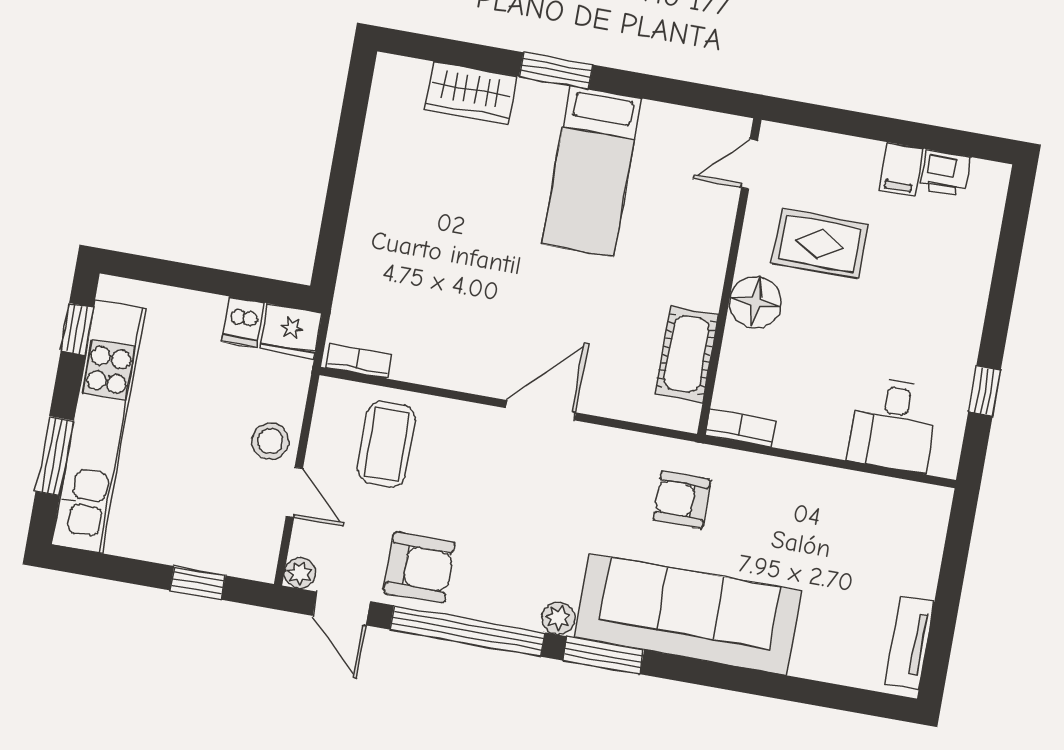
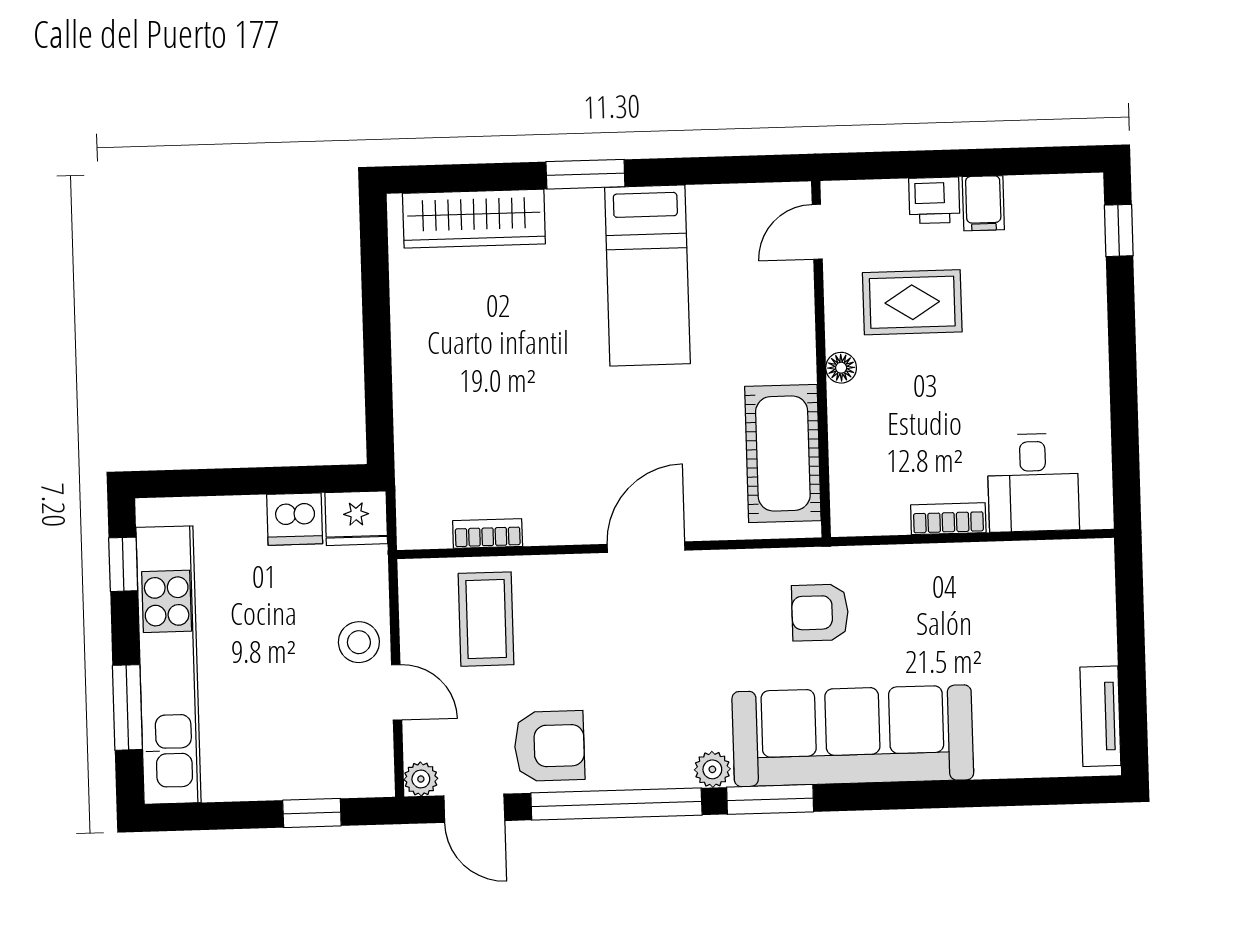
wardrobe: (470, 93) -> (474, 219), width x1.50
printer: (945, 173) -> (934, 200), moved
floor lamp: (755, 302) -> (841, 368), width x0.53, depth x0.53
dishwasher: (243, 322) -> (295, 519), width x1.38
cot: (687, 354) -> (783, 453), width x1.37, depth x1.34
bookcase: (358, 361) -> (488, 533), moved
window: (985, 391) -> (1119, 230), moved
bookcase: (741, 428) -> (948, 519), moved

